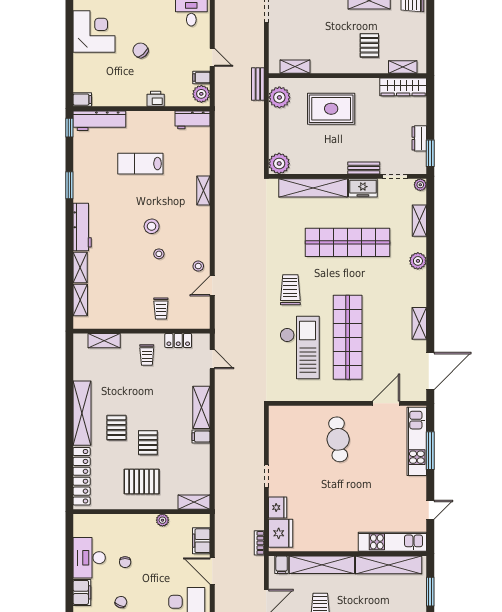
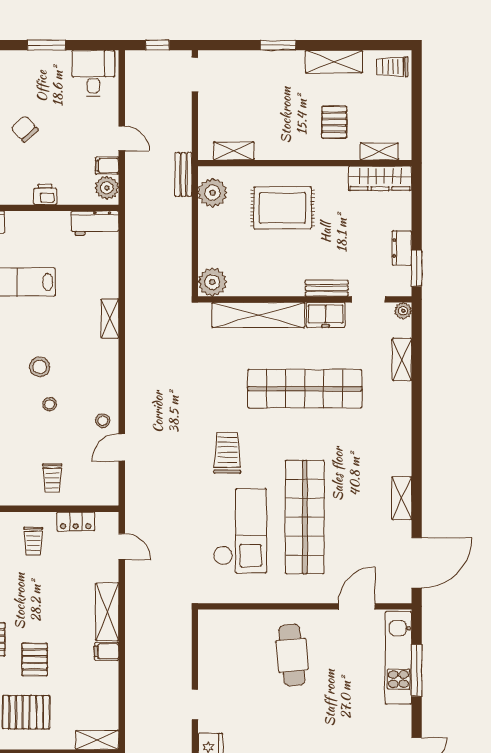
plant: (418, 261) -> (400, 414), removed

